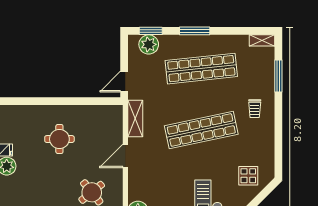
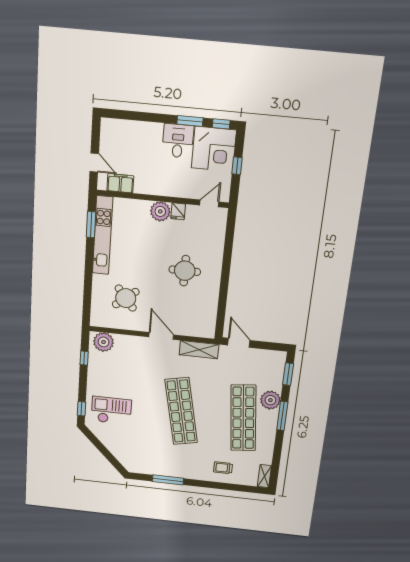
plant: (149, 44) -> (270, 400), moved
window: (278, 76) -> (168, 480), moved
trolley: (255, 109) -> (223, 468), moved
display table: (248, 176) -> (132, 449), removed

